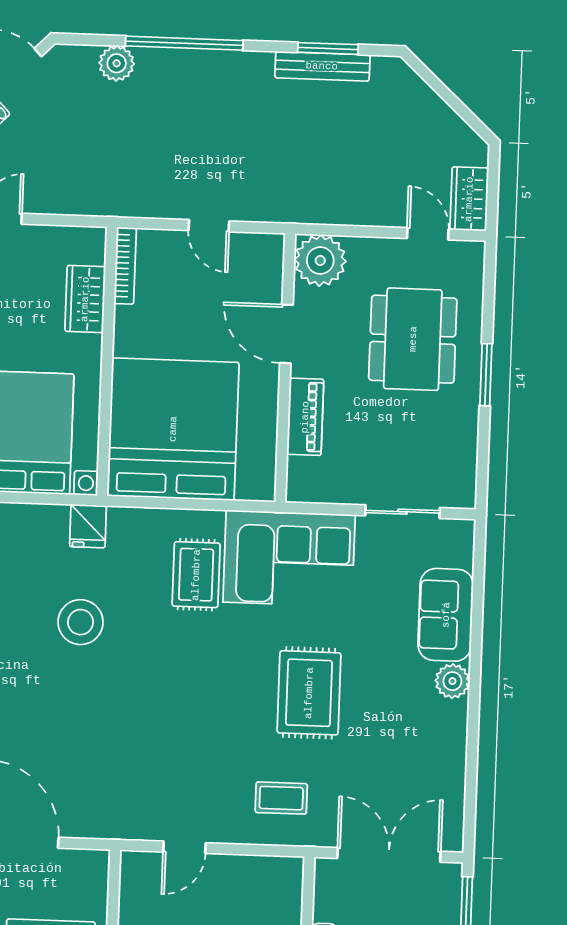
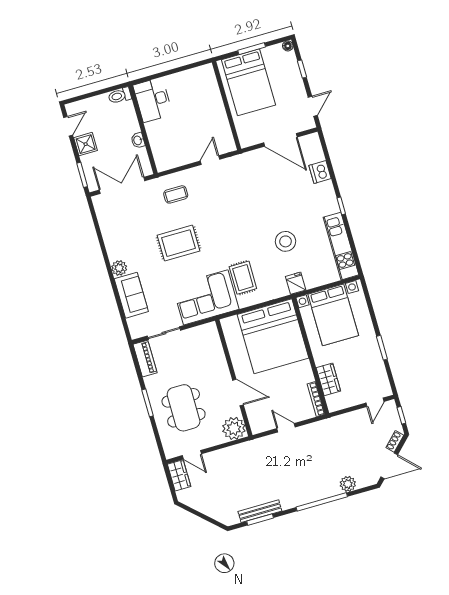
piano: (305, 417) -> (145, 359), moved, turned 180
rug: (309, 693) -> (179, 243), turned 90
double door: (389, 855) -> (122, 185), swing flipped

